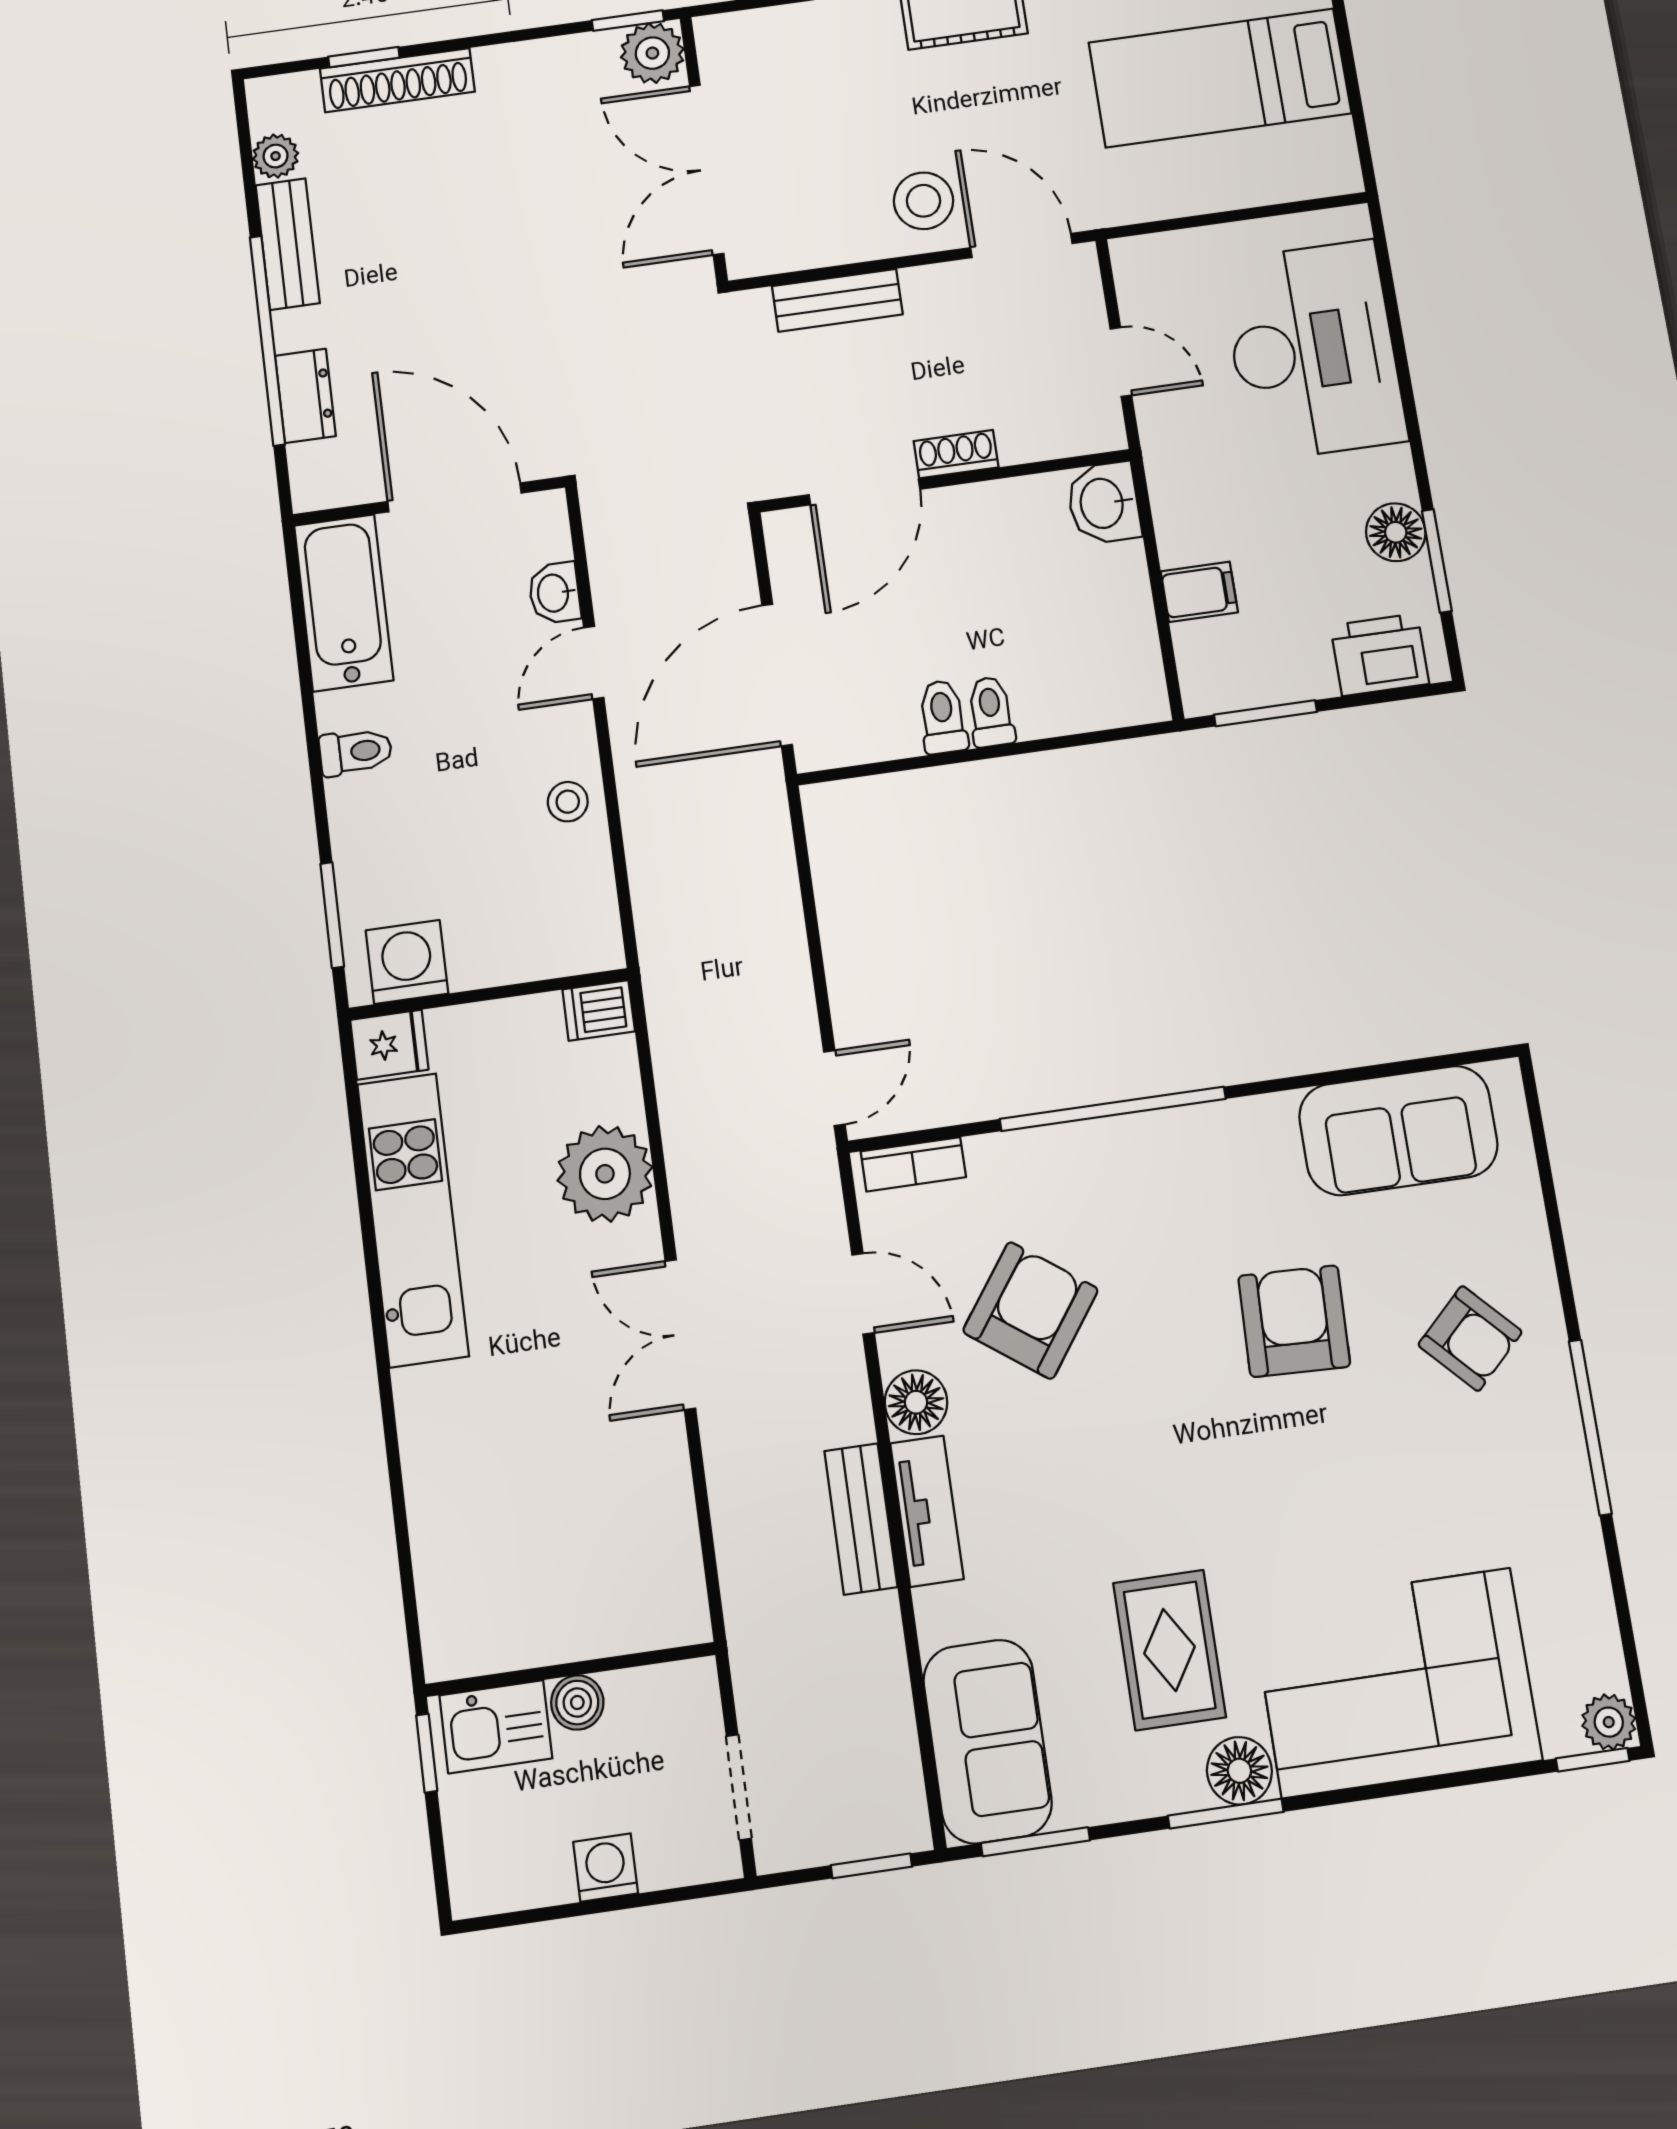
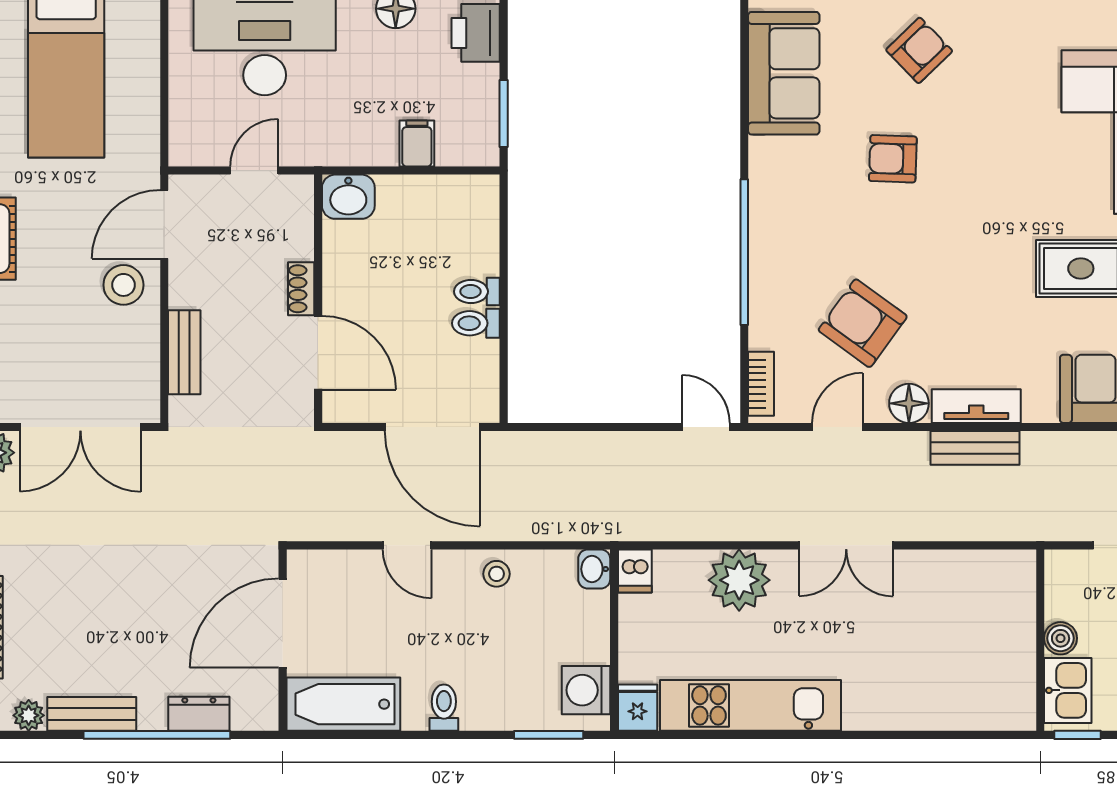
washbasin: (554, 593) -> (594, 569), moved, turned 90
armchair: (1294, 1321) -> (893, 159), width x0.72, depth x0.72

